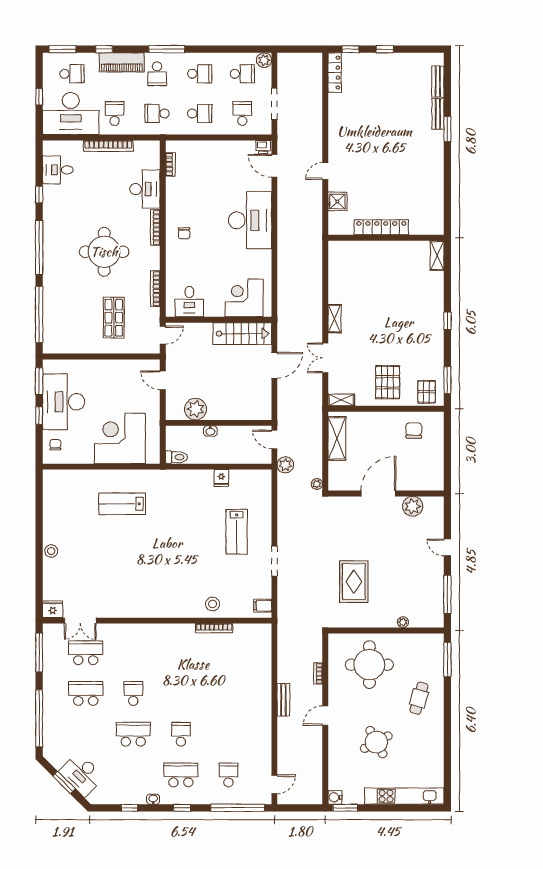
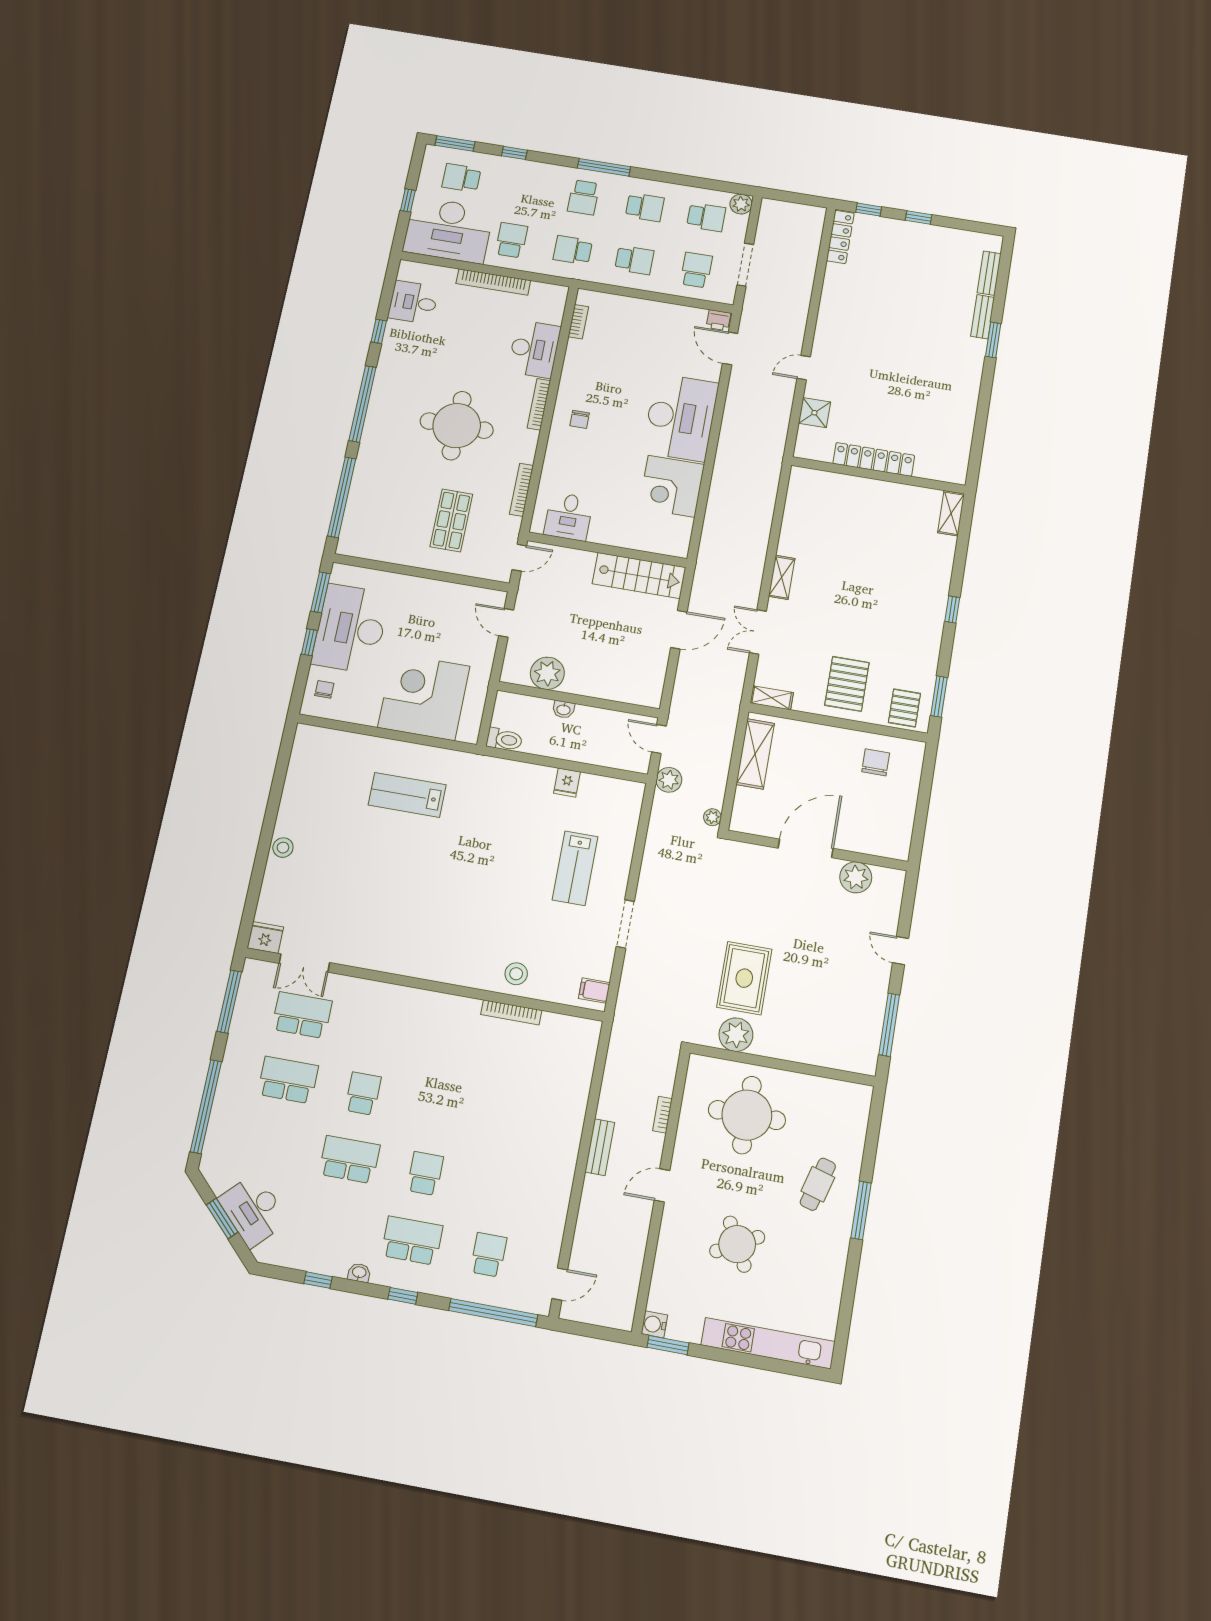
piano: (122, 62) -> (536, 174), removed
school desk: (72, 74) -> (461, 178), turned 180
corner desk: (244, 298) -> (672, 486), moved, turned -90
plant: (403, 622) -> (736, 1035), moved, width x1.88, depth x1.88
window: (447, 660) -> (861, 1210), moved

